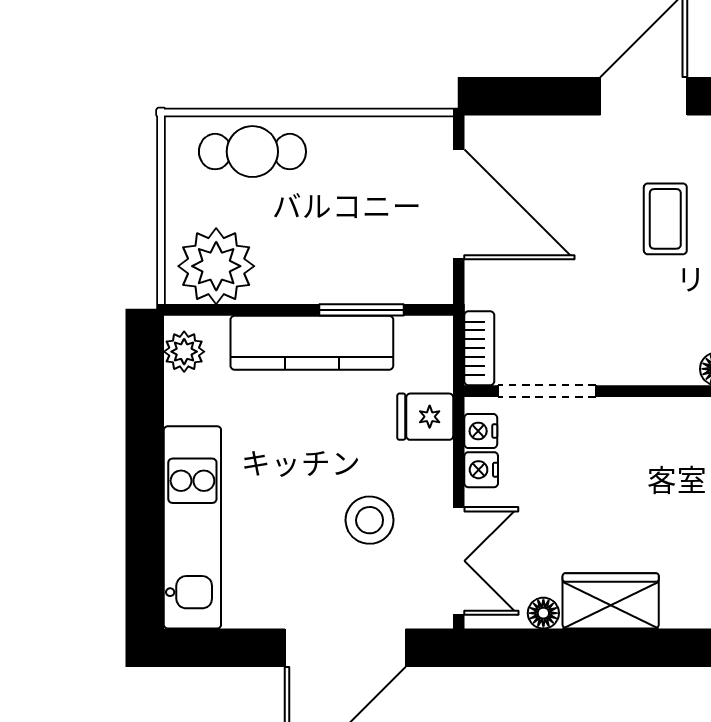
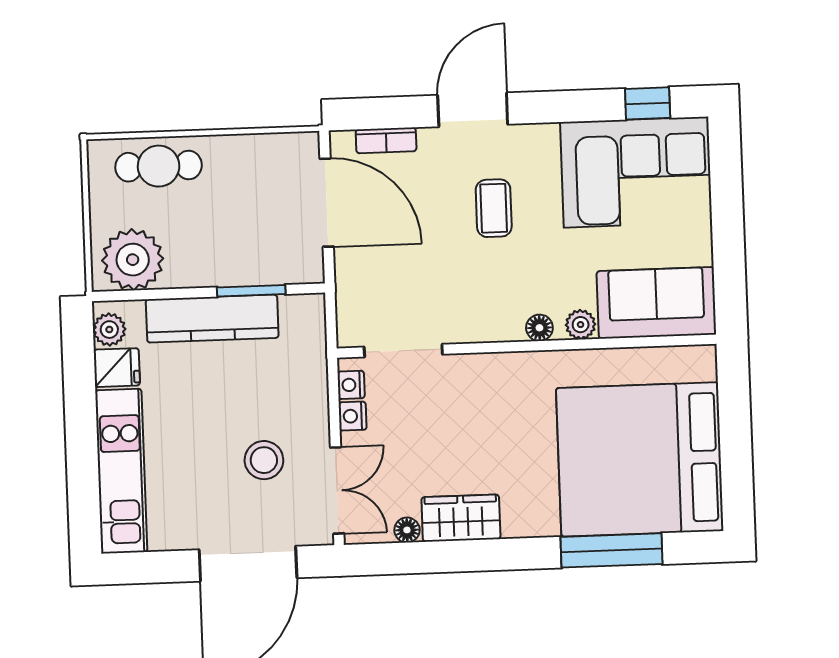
bookcase: (479, 348) -> (386, 140), moved, turned 90
fridge: (425, 417) -> (117, 368), moved, turned 180

